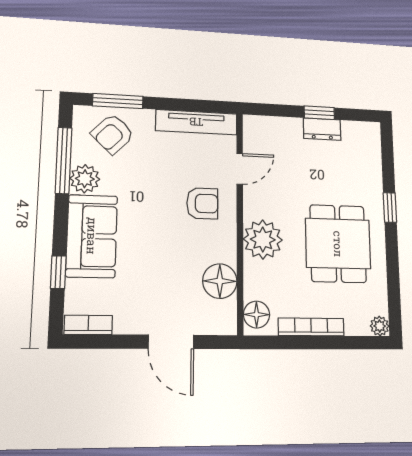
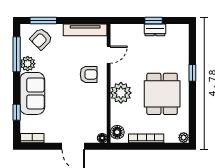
floor lamp: (220, 281) -> (102, 138), moved, width x0.53, depth x0.53

